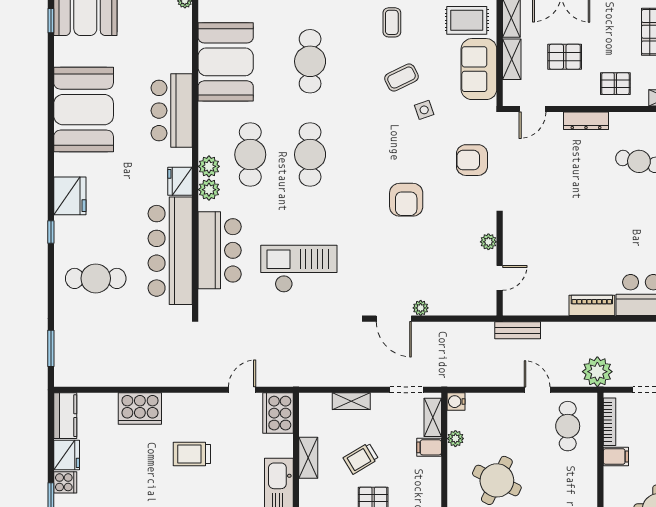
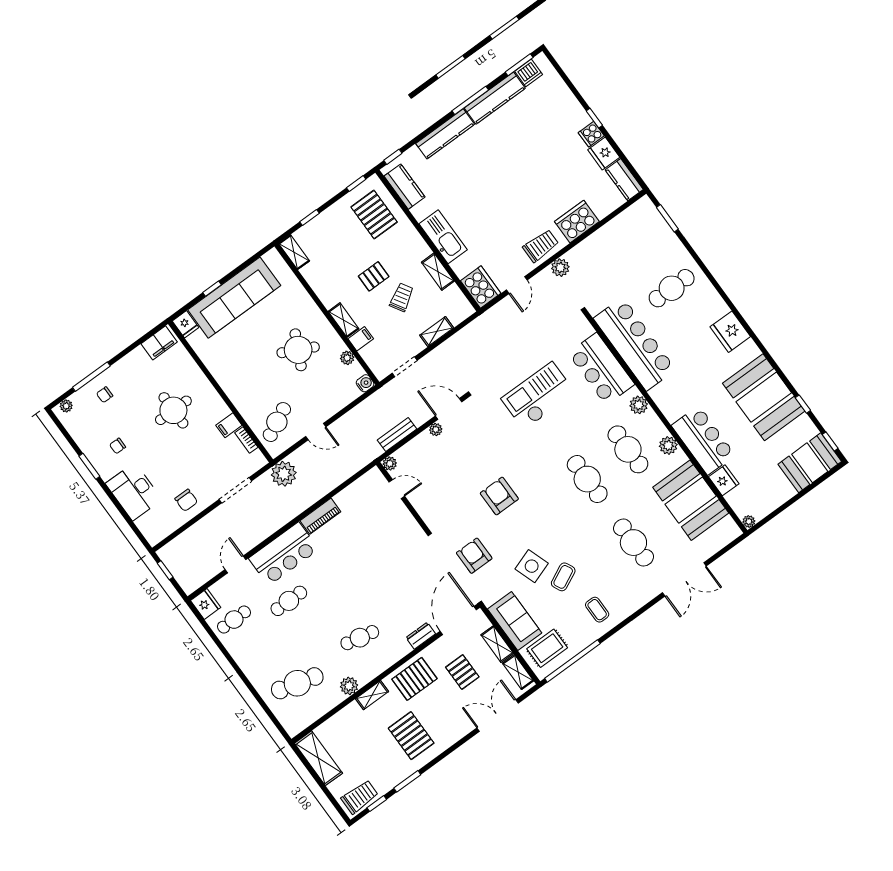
pallet: (565, 57) -> (462, 672), turned 90
pallet: (615, 84) -> (414, 679), width x1.50, depth x1.42
door: (533, 109) -> (458, 620), width x1.87
side table: (424, 110) -> (532, 566), width x1.87, depth x1.87
dresser: (586, 121) -> (421, 636), width x0.70
armchair: (472, 160) -> (474, 556), turned -90
plant: (209, 166) -> (668, 445), moved
fridge: (180, 181) -> (724, 480), moved
window: (51, 232) -> (803, 404), moved
plant: (488, 242) -> (390, 463), moved
checkout: (299, 269) -> (538, 396), turned 180
door: (500, 278) -> (397, 489), swing flipped
bench: (518, 330) -> (397, 434), moved
plant: (188, 376) -> (560, 268), added
shelving: (433, 417) -> (343, 320), moved
bookcase: (609, 422) -> (246, 440), width x0.64
cafe table: (568, 426) -> (277, 422), turned 63
trolley: (192, 454) -> (541, 246), moved

